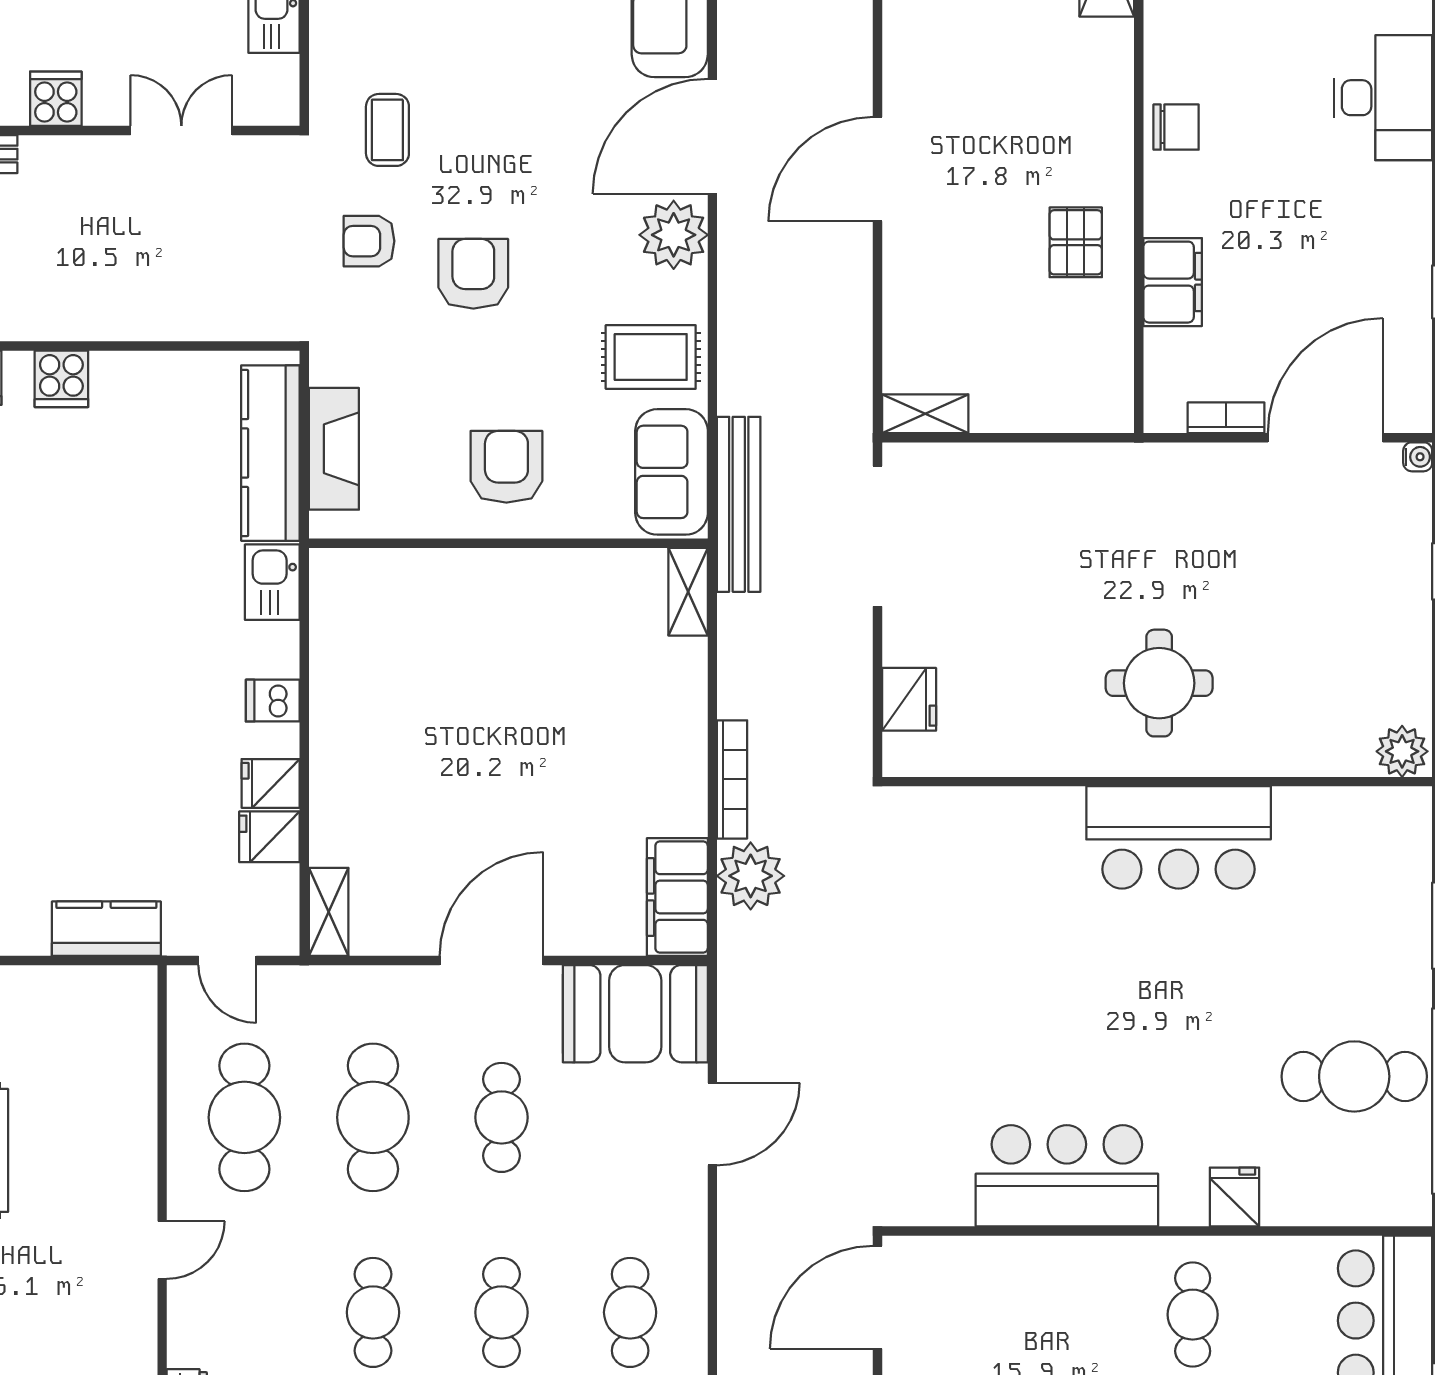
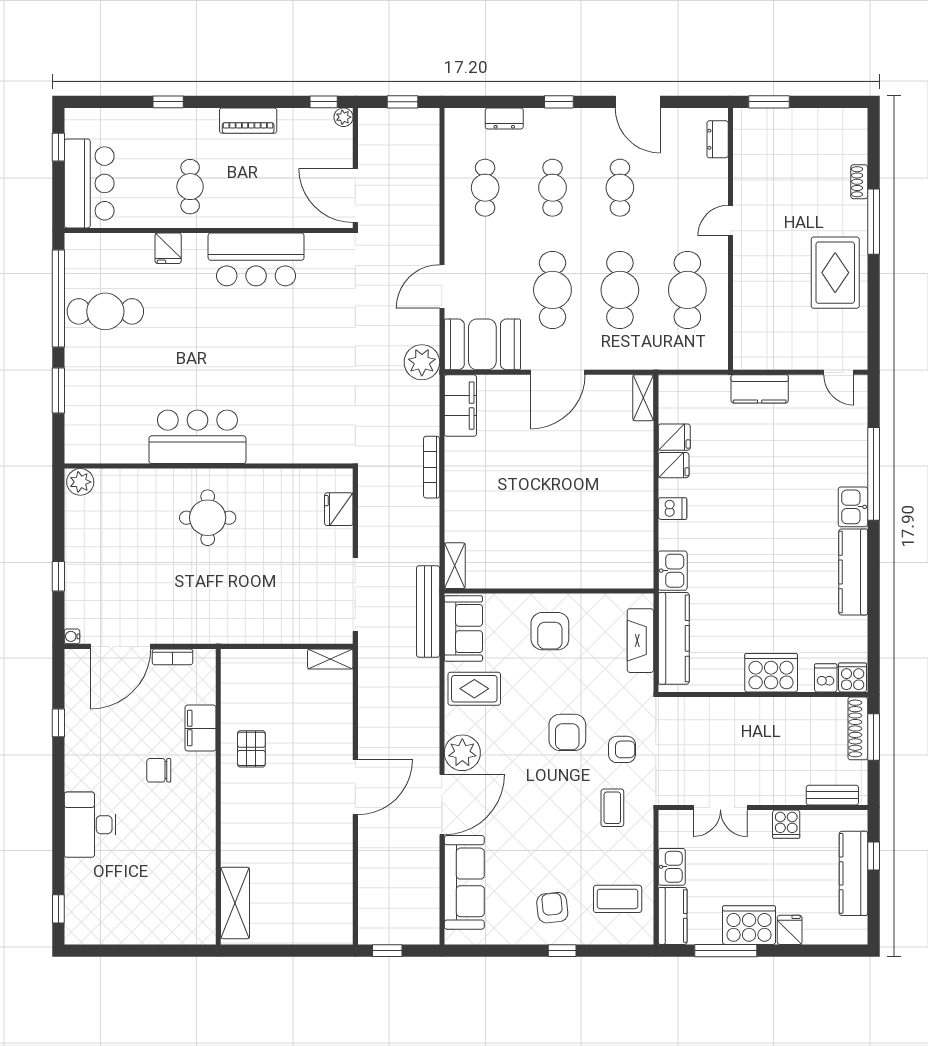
chair: (1176, 127) -> (159, 770), moved
cooker: (61, 379) -> (771, 673), width x1.87, depth x1.31
plant: (751, 876) -> (422, 362), moved
door: (227, 960) -> (696, 372), removed
cafe table: (502, 1117) -> (552, 290), width x1.37, depth x1.35
door: (877, 1297) -> (355, 196), swing flipped

